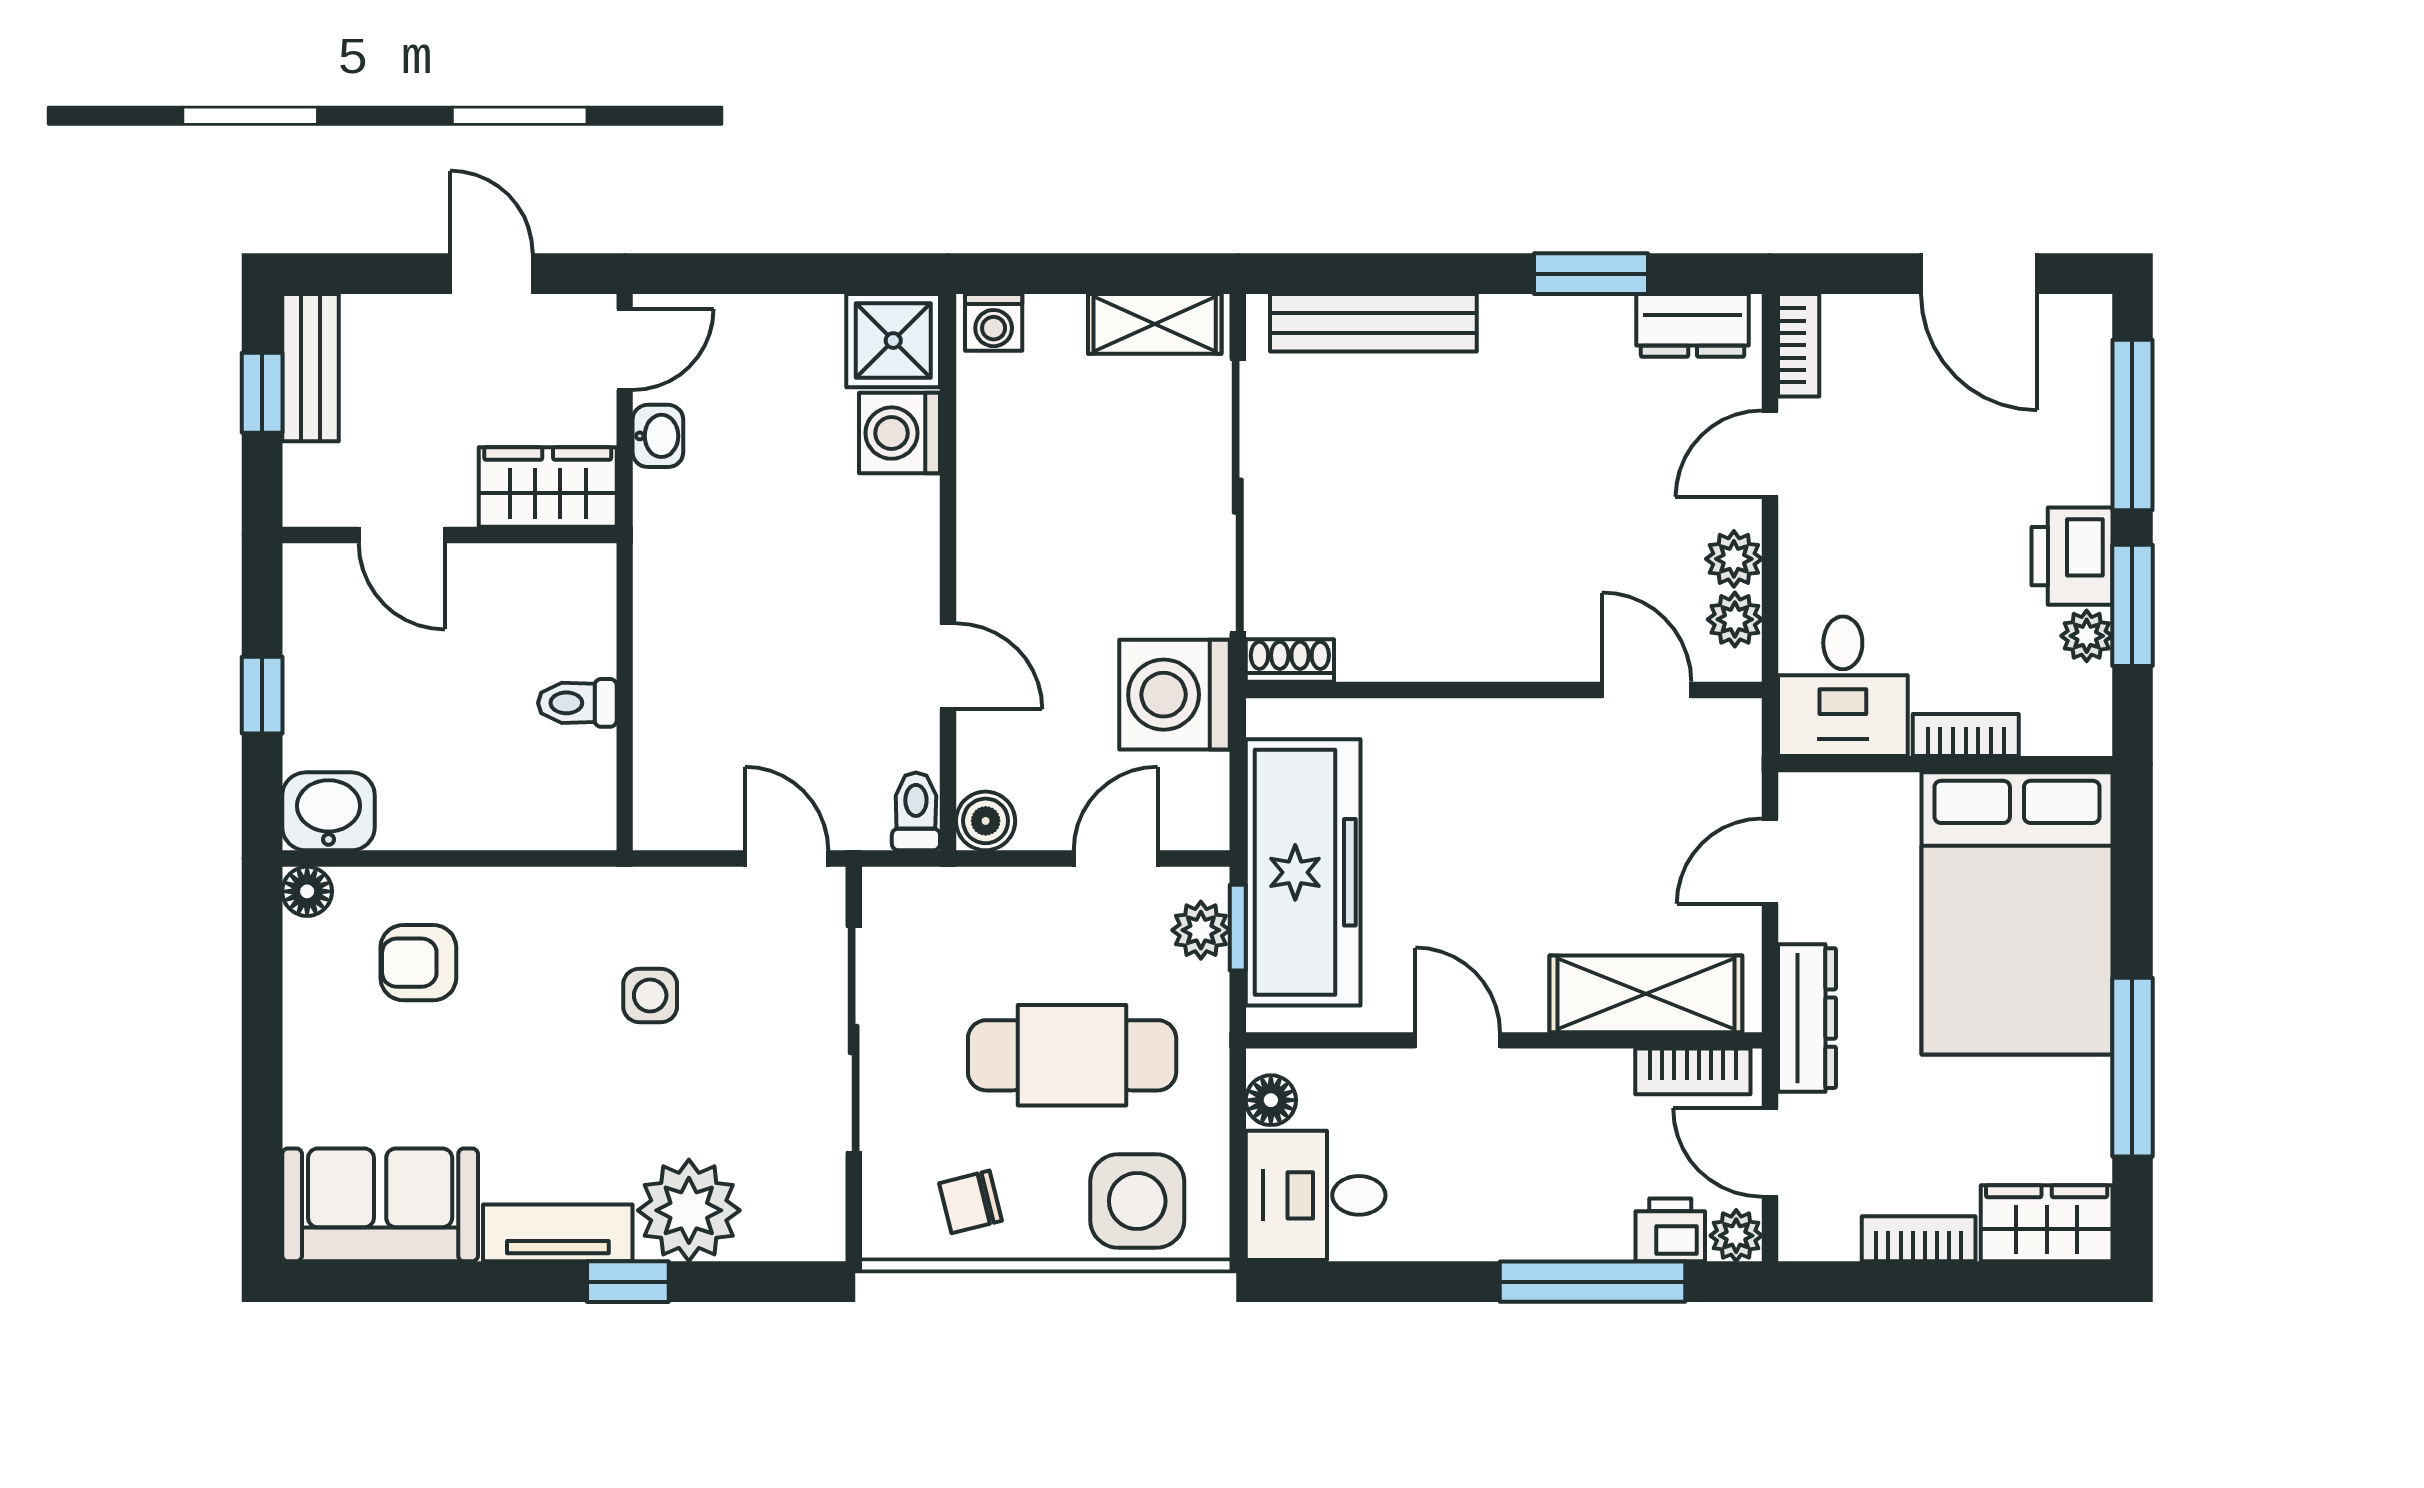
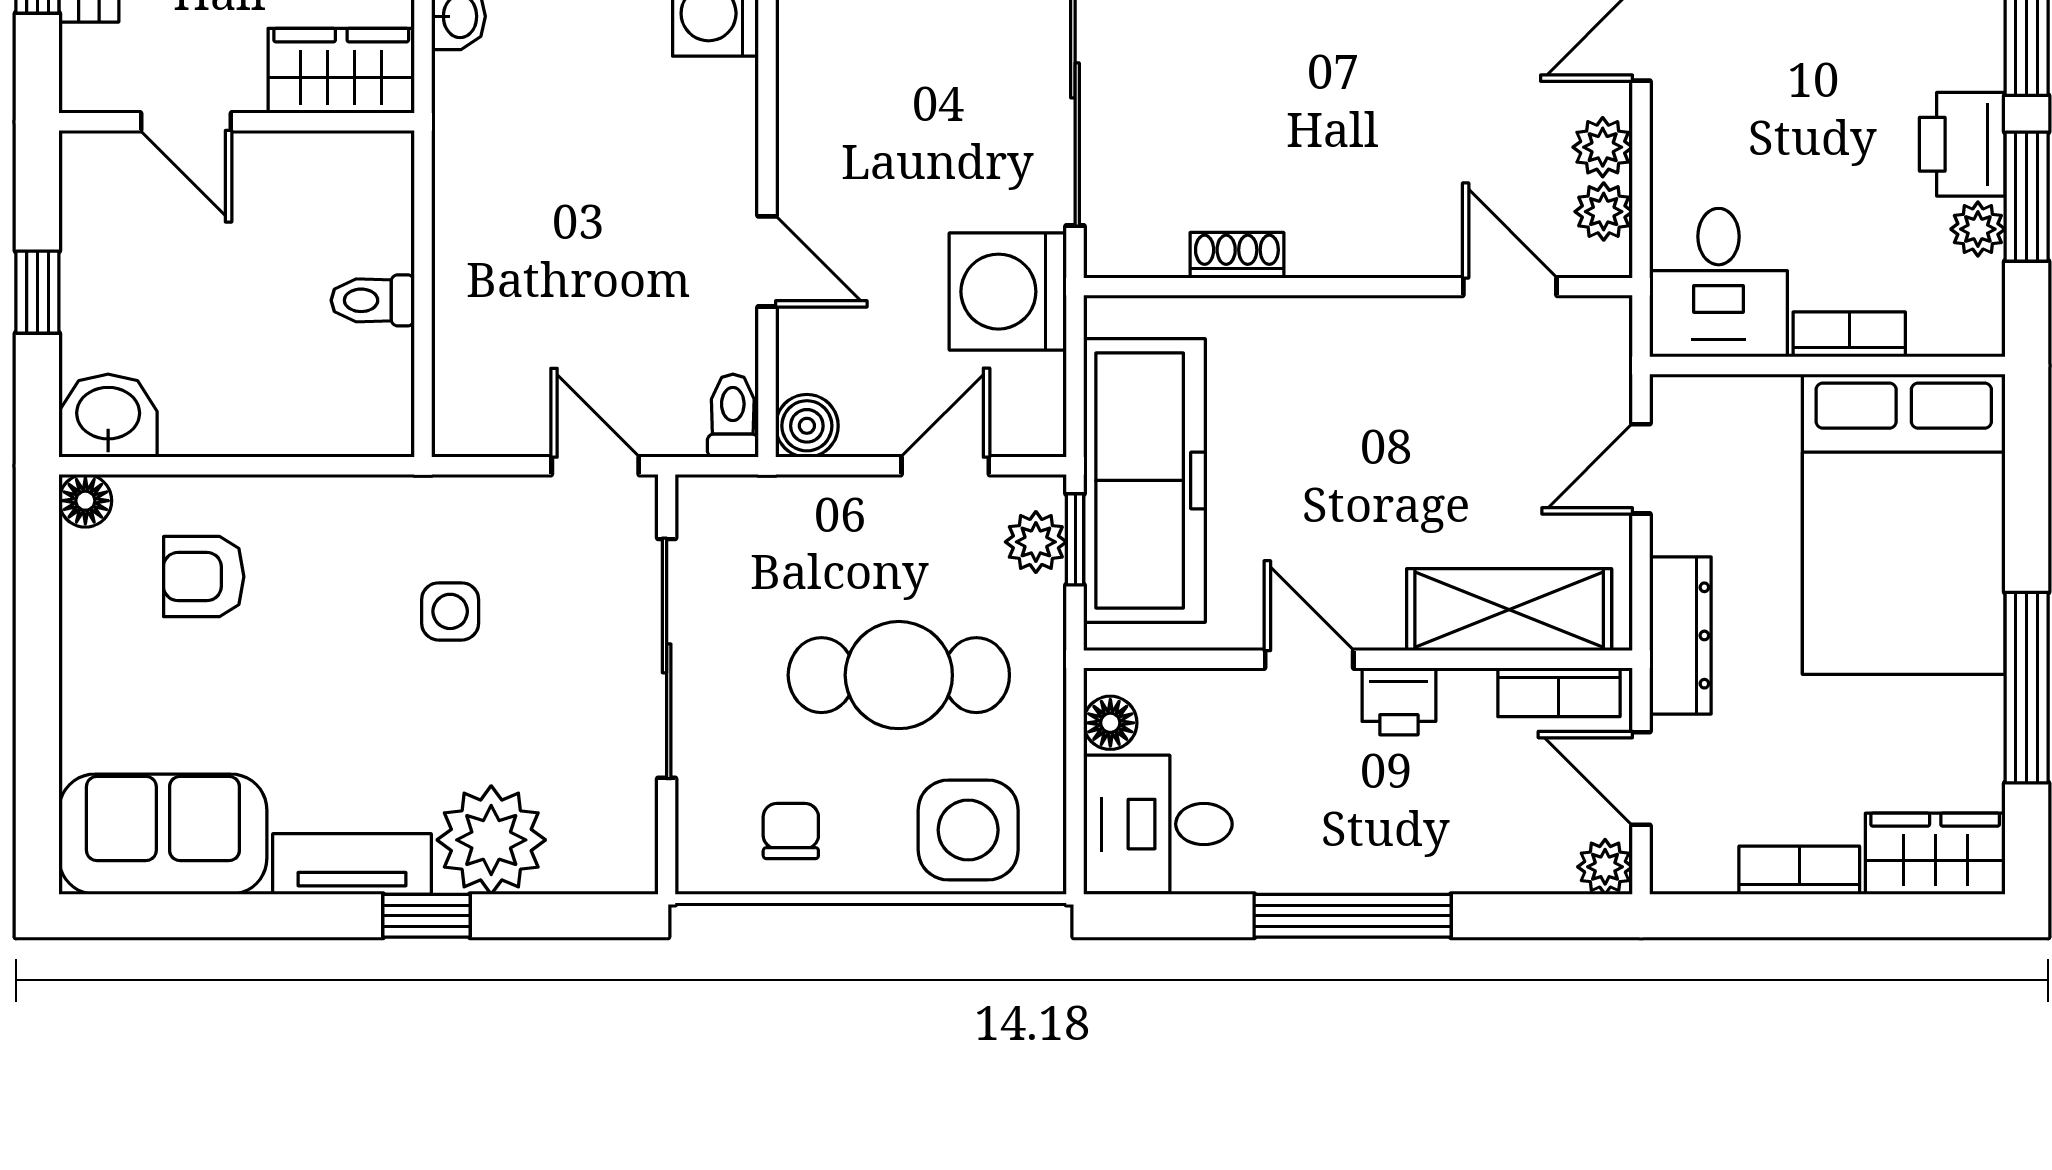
shoe rack: (1290, 661) -> (1237, 255), moved
chair: (971, 1202) -> (791, 831), turned 104
printer: (1670, 1230) -> (1399, 701), moved, turned 180
window: (1593, 1282) -> (1353, 916), moved

